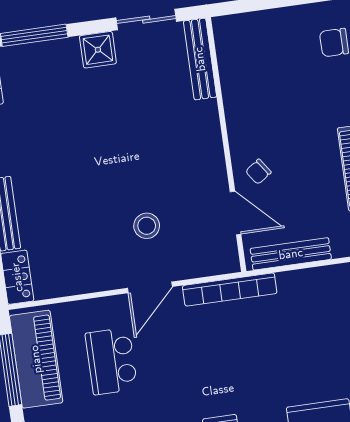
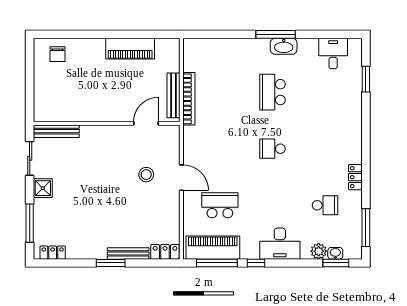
chair: (258, 172) -> (125, 107), removed
bookcase: (230, 289) -> (189, 99), moved
school desk: (111, 361) -> (220, 205), turned 180

